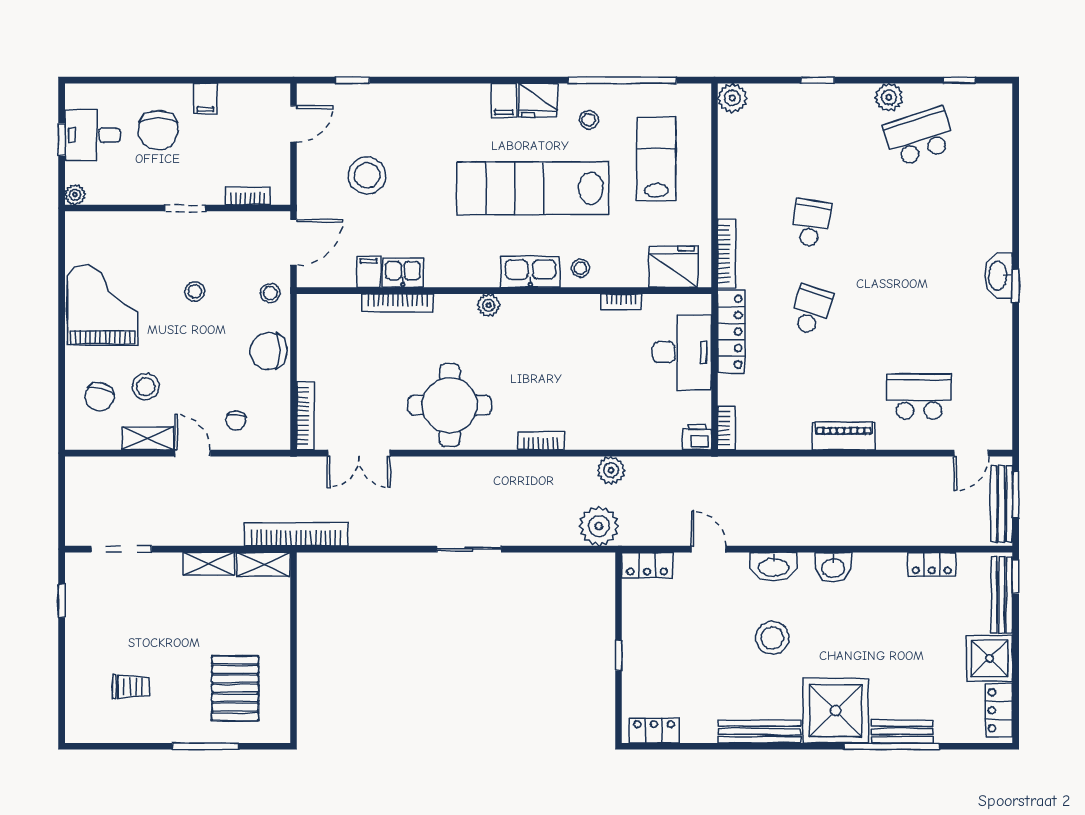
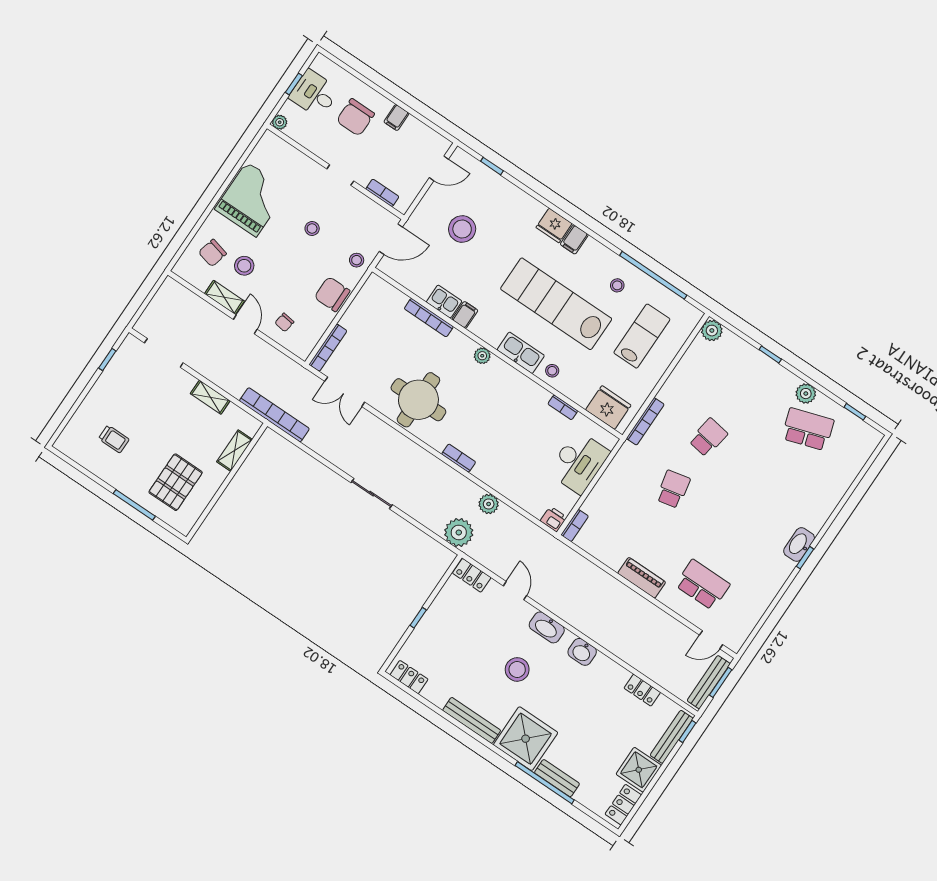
fridge: (538, 100) -> (554, 225), moved
filing cabinet: (369, 272) -> (465, 315), moved
school desk: (811, 310) -> (673, 489), turned -30
locker: (731, 332) -> (617, 470), removed
shelving: (263, 564) -> (235, 451), moved, turned 90

